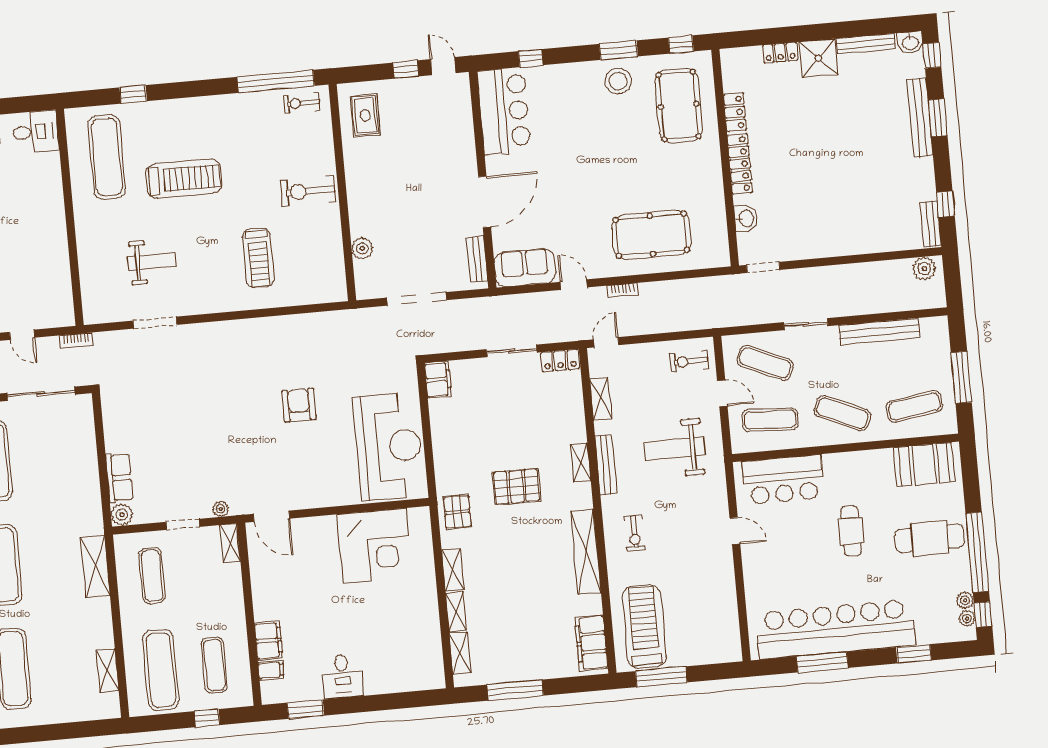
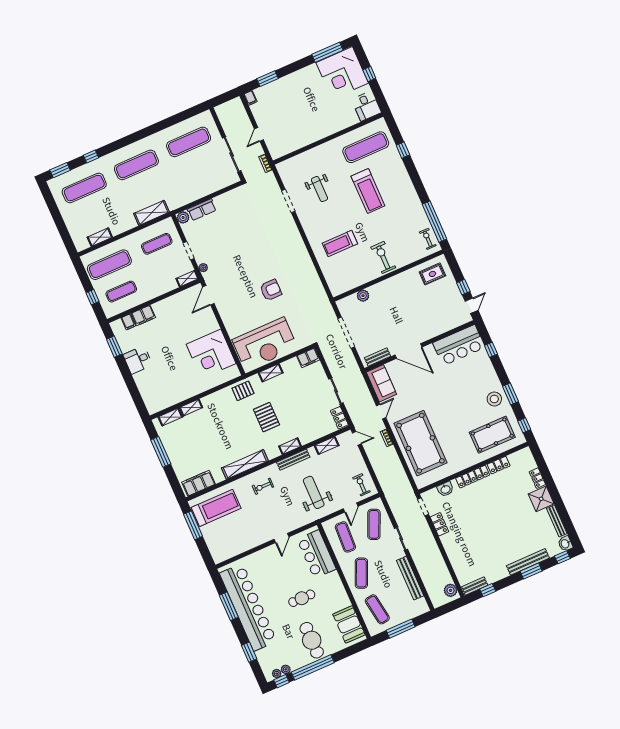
pool table: (651, 235) -> (420, 443), width x1.36, depth x1.32
locker: (803, 249) -> (439, 524), added
shelving: (453, 570) -> (271, 373), moved

